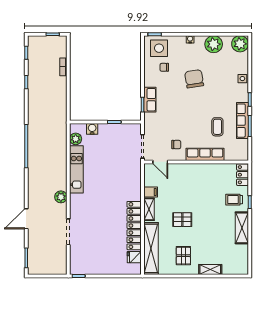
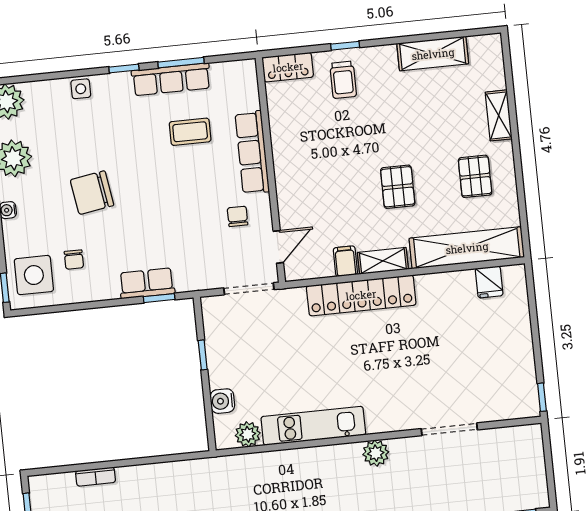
locker: (134, 226) -> (361, 295), moved
shelving: (242, 228) -> (433, 54), moved
pallet: (183, 256) -> (475, 176), turned 90

